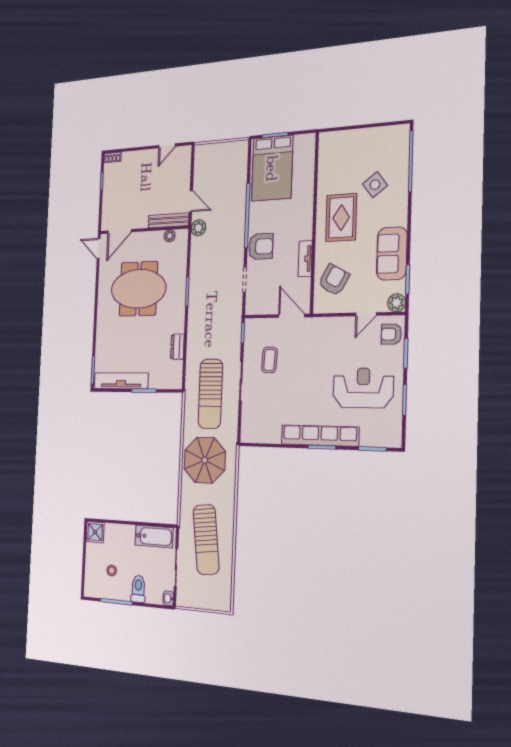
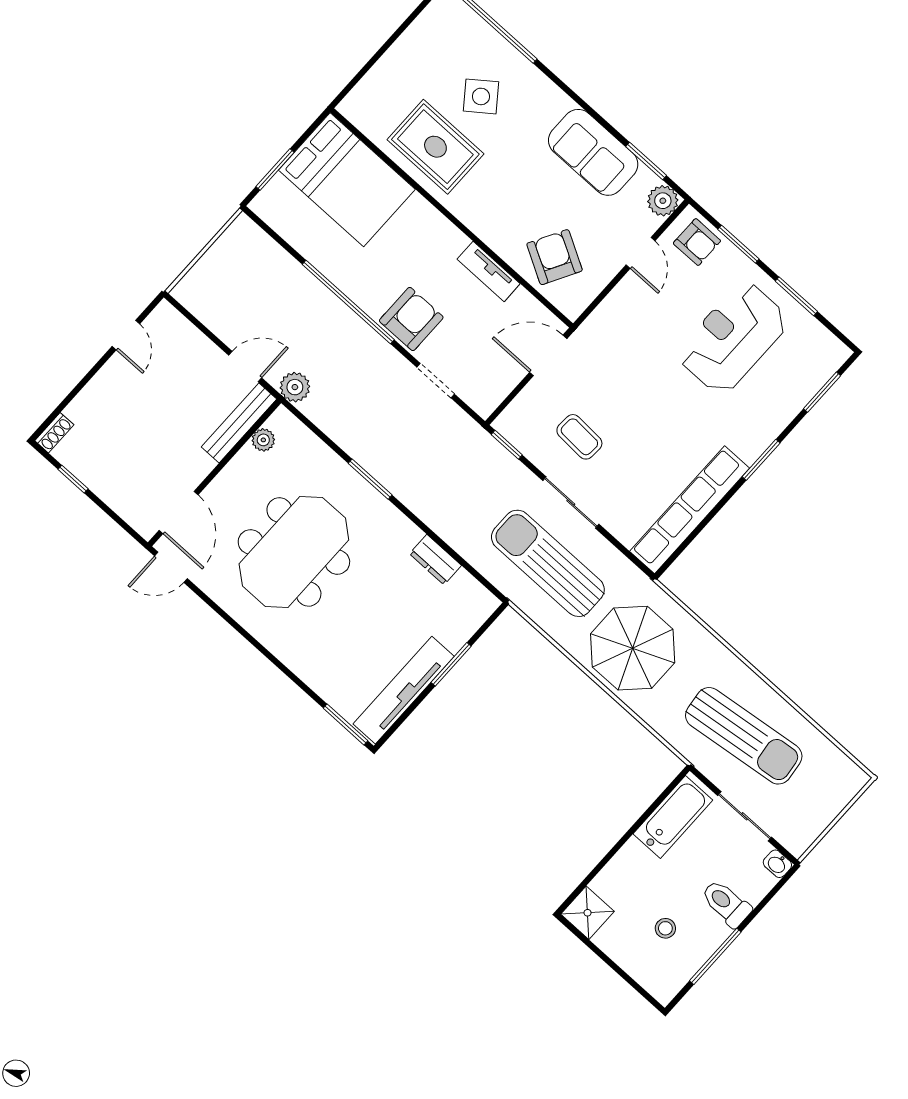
bed: (272, 168) -> (347, 180), moved
rug: (341, 218) -> (435, 147), moved
armchair: (391, 334) -> (697, 242), turned -90
sun lounger: (210, 394) -> (548, 563), turned 180
row of seats: (320, 436) -> (690, 510), moved

